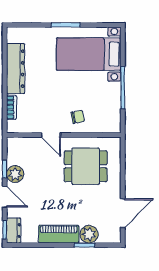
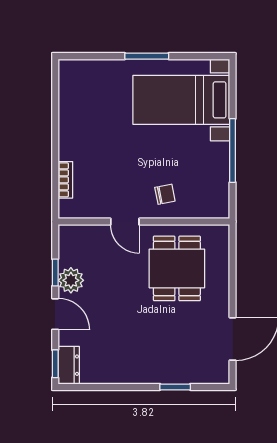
dresser: (16, 69) -> (72, 122), removed
dining table: (86, 166) -> (177, 268), turned 90
piano: (59, 234) -> (136, 371), removed
plant: (89, 234) -> (182, 371), removed

